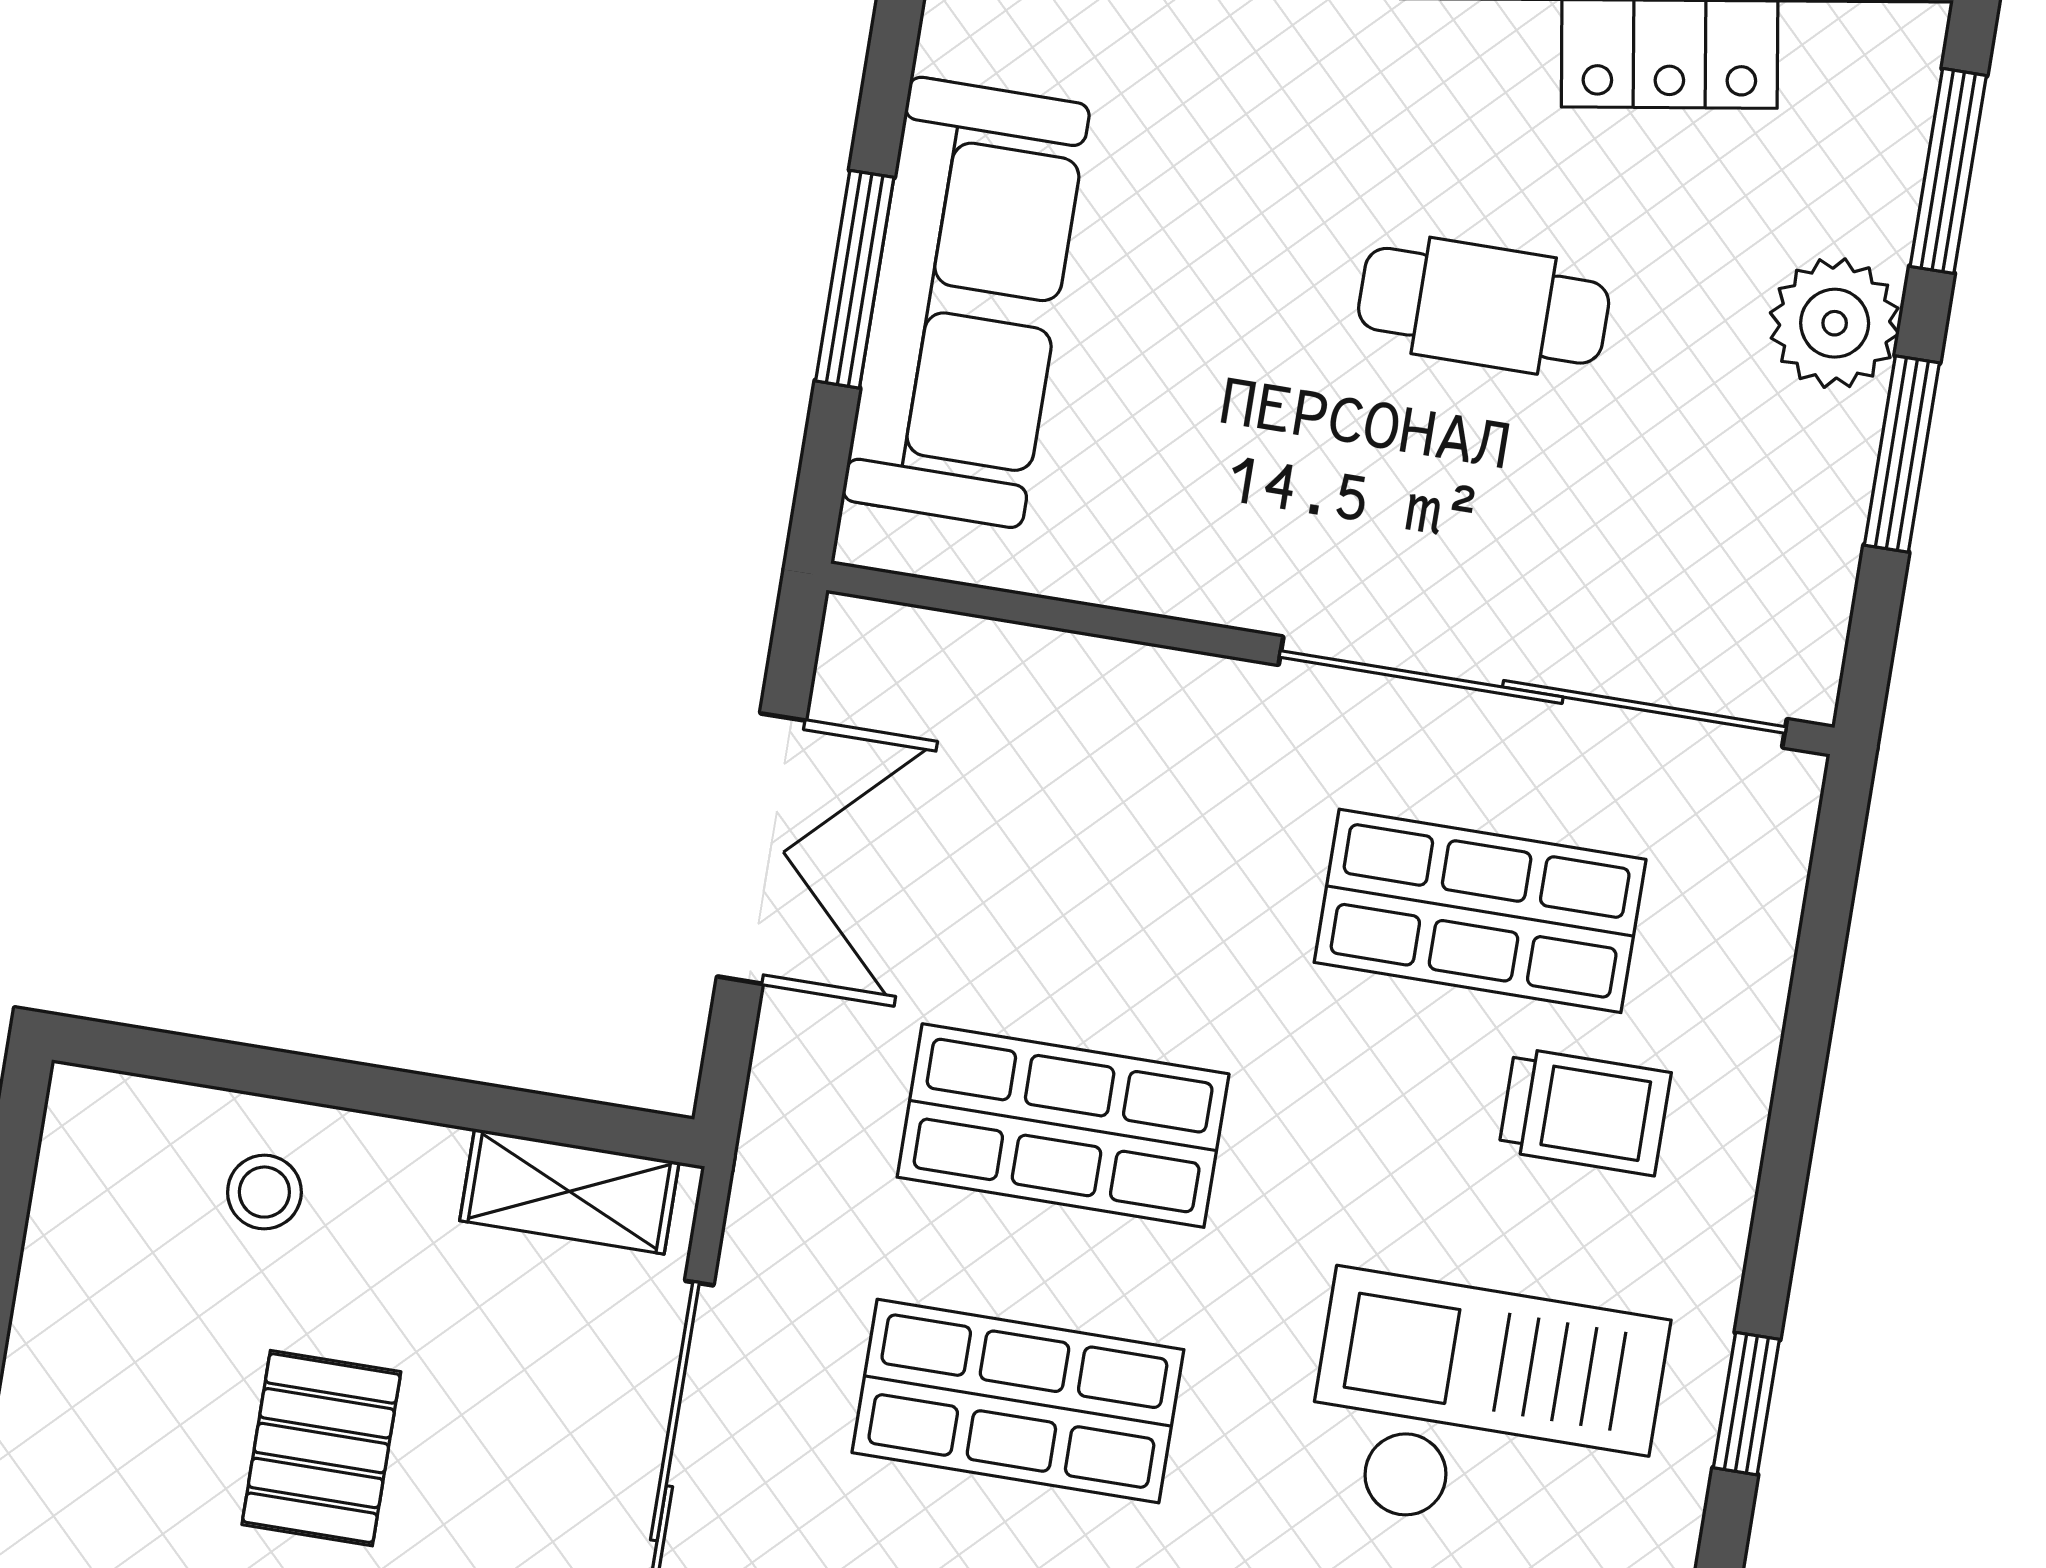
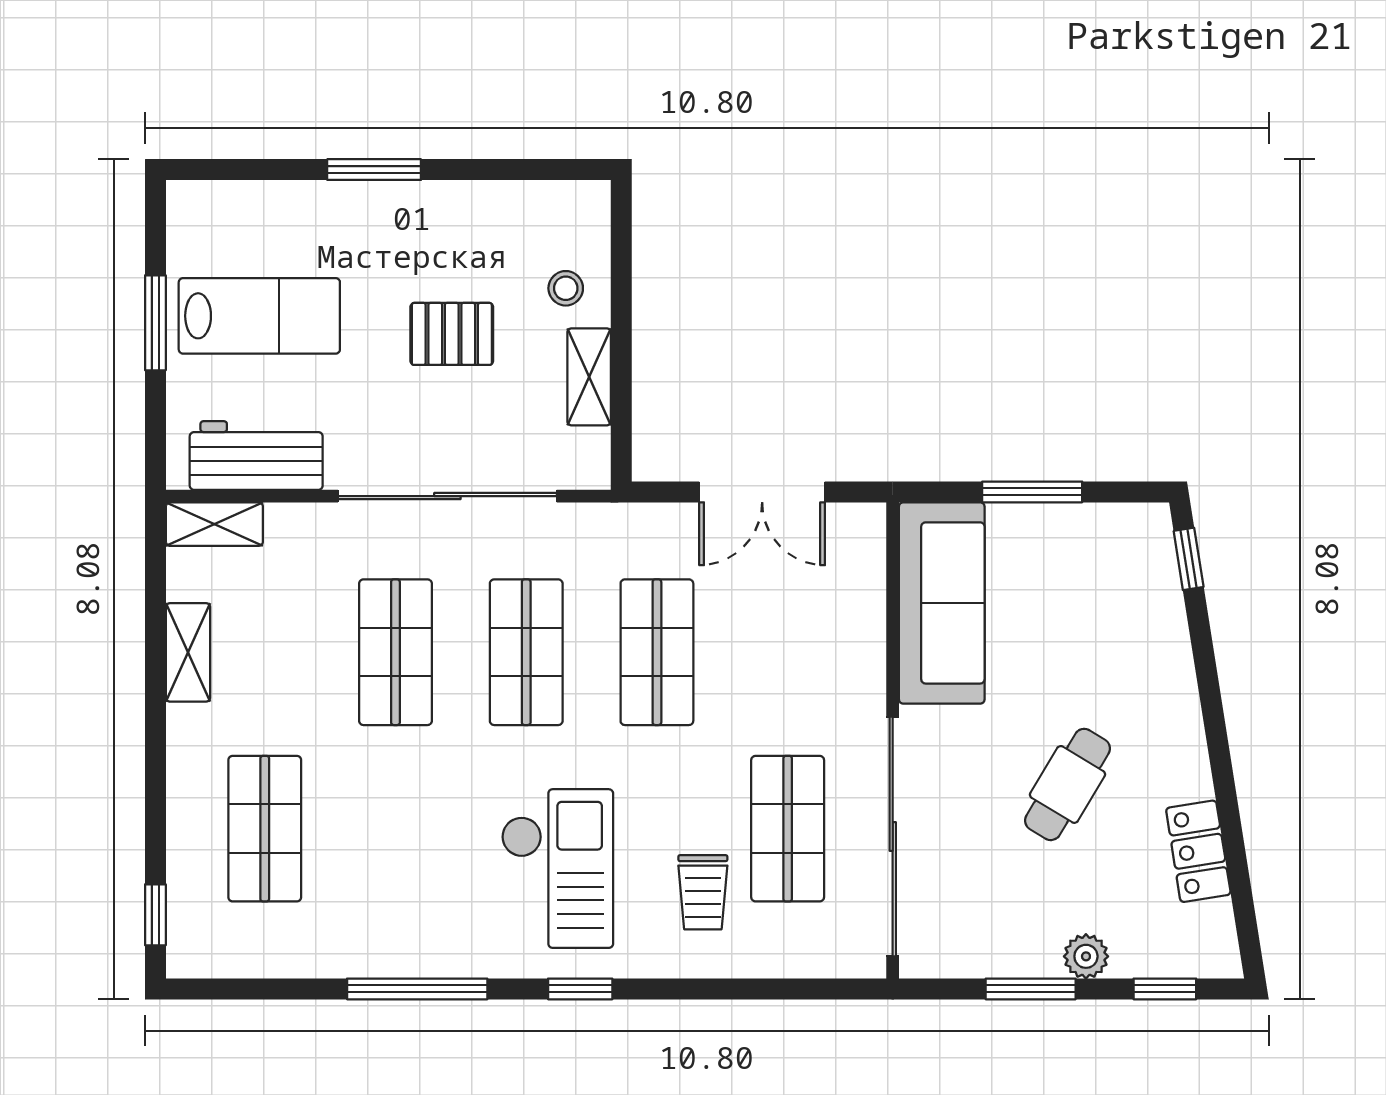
window: (1948, 171) -> (1165, 989), width x0.67
sofa: (966, 302) -> (942, 603), moved, turned -90
cafe table: (1484, 306) -> (1067, 784), turned 31
plant: (1835, 323) -> (1086, 956), width x0.73, depth x0.73
shelving: (569, 1191) -> (589, 377), moved

